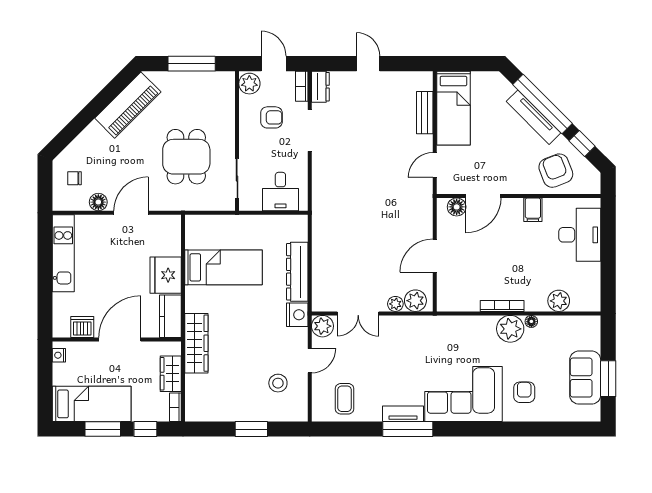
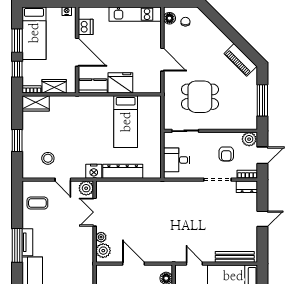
piano: (128, 105) -> (240, 60), width x0.73, depth x0.75
bench: (425, 113) -> (235, 257), width x1.36
floor lamp: (98, 202) -> (169, 18), moved
wardrobe: (196, 343) -> (36, 103), moved, width x0.67

